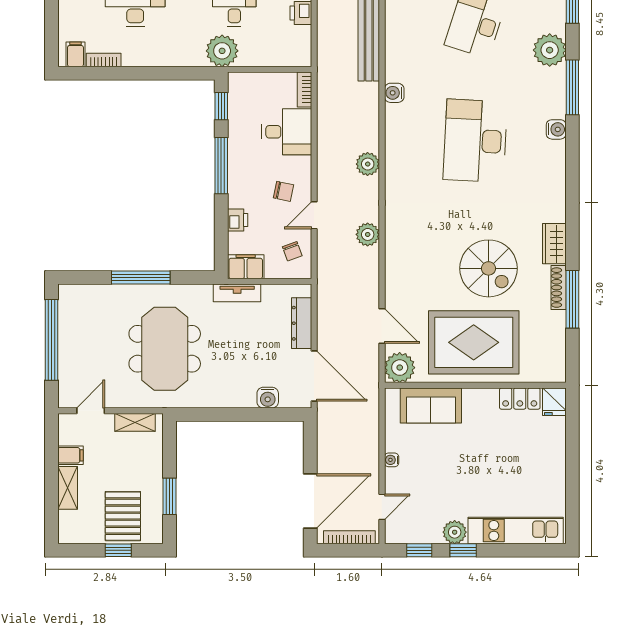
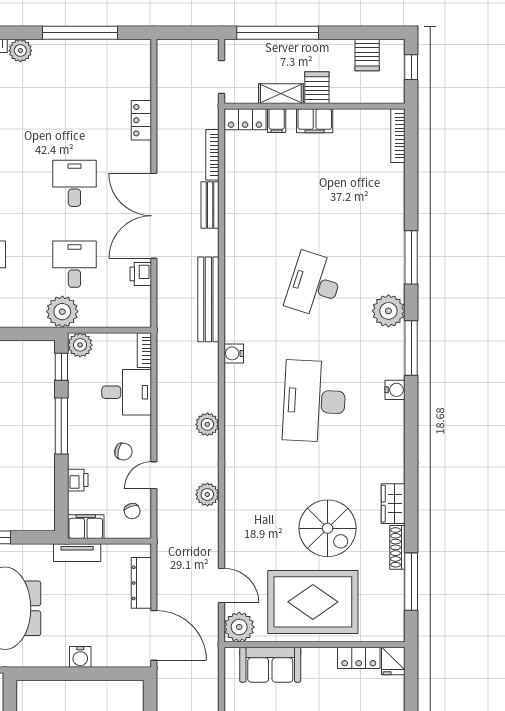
plant: (240, 84) -> (80, 345), added
window: (572, 299) -> (411, 582), moved
water cooler: (268, 398) -> (80, 657), moved

